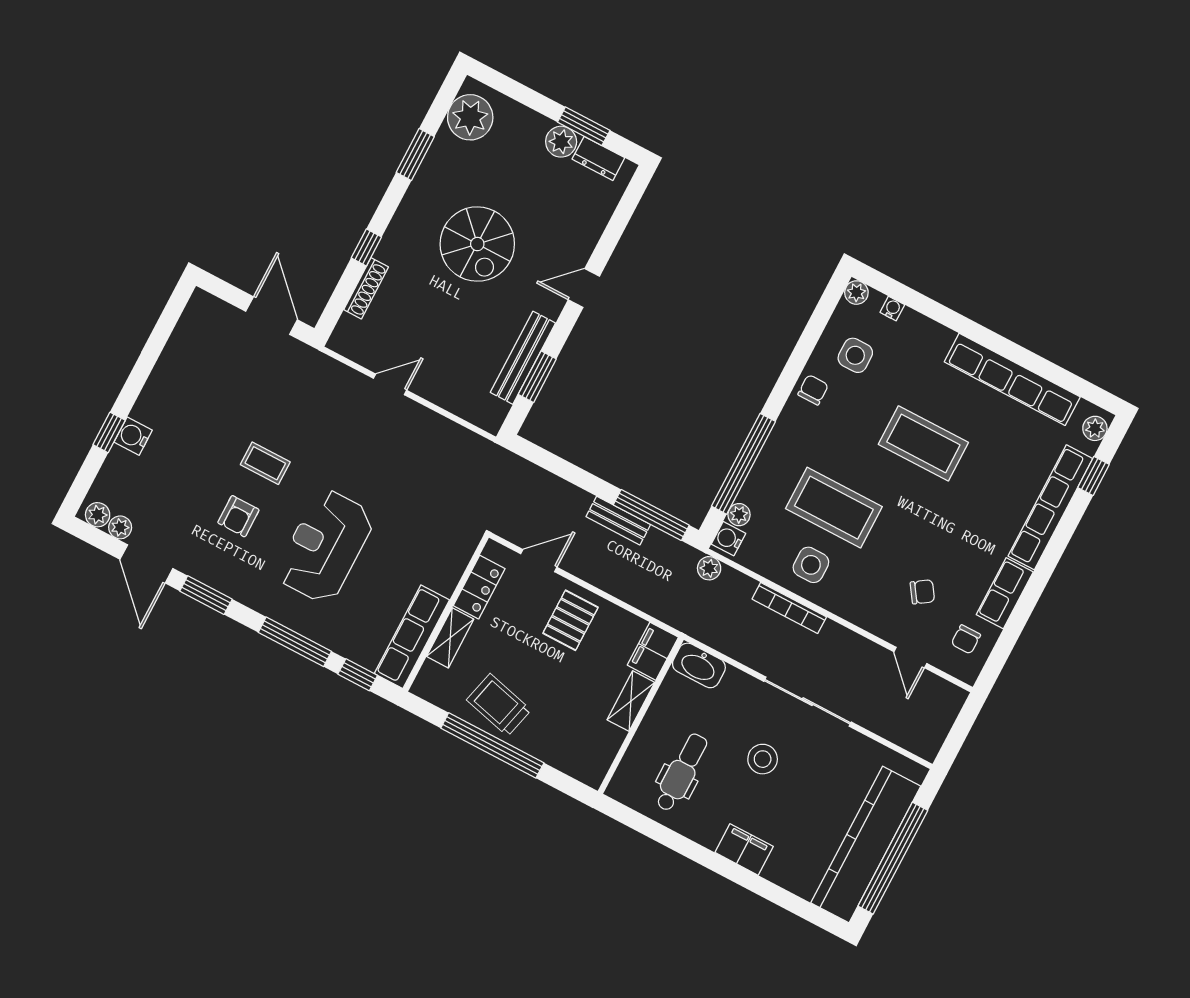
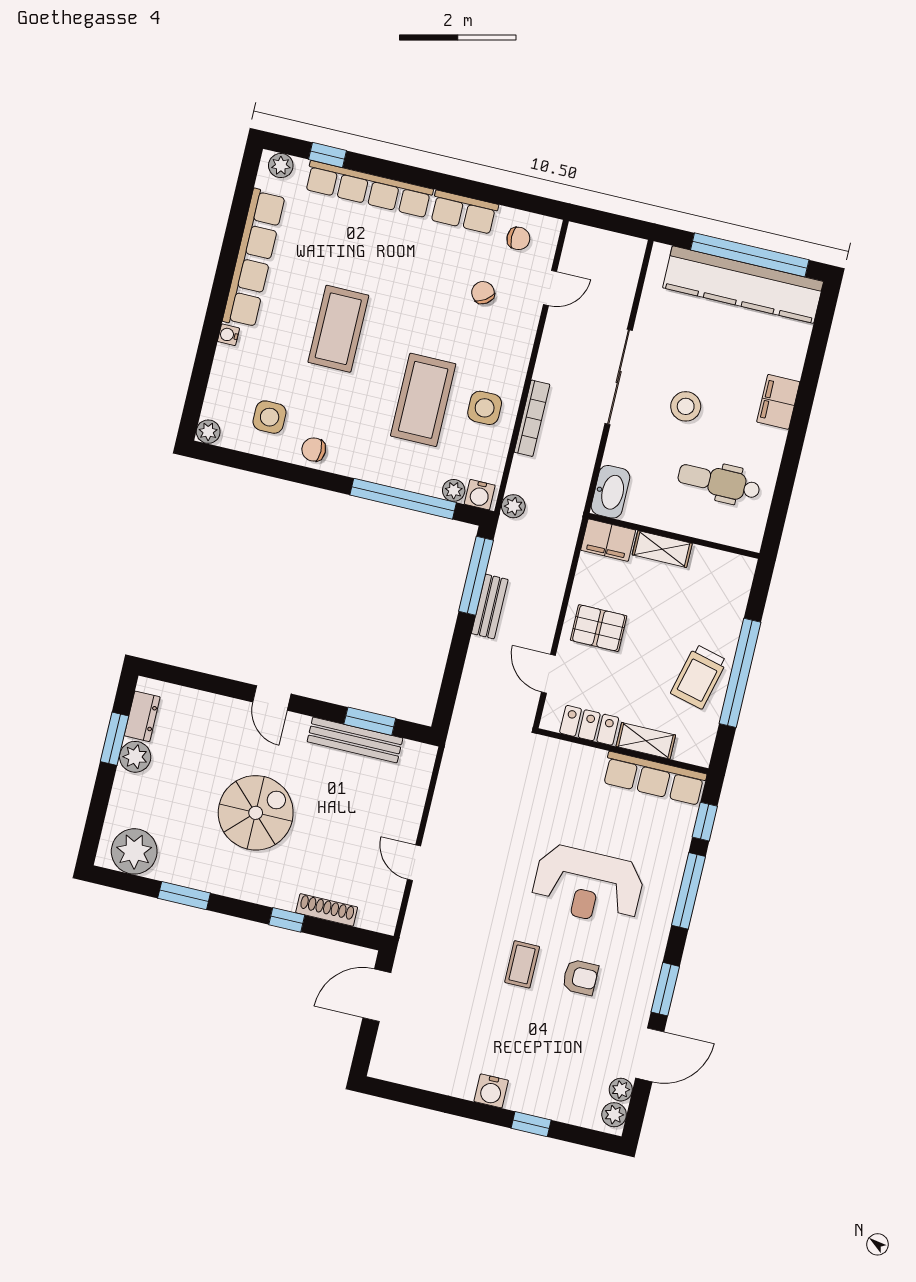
water cooler: (892, 309) -> (228, 335), moved
water cooler: (133, 436) -> (491, 1091), moved

